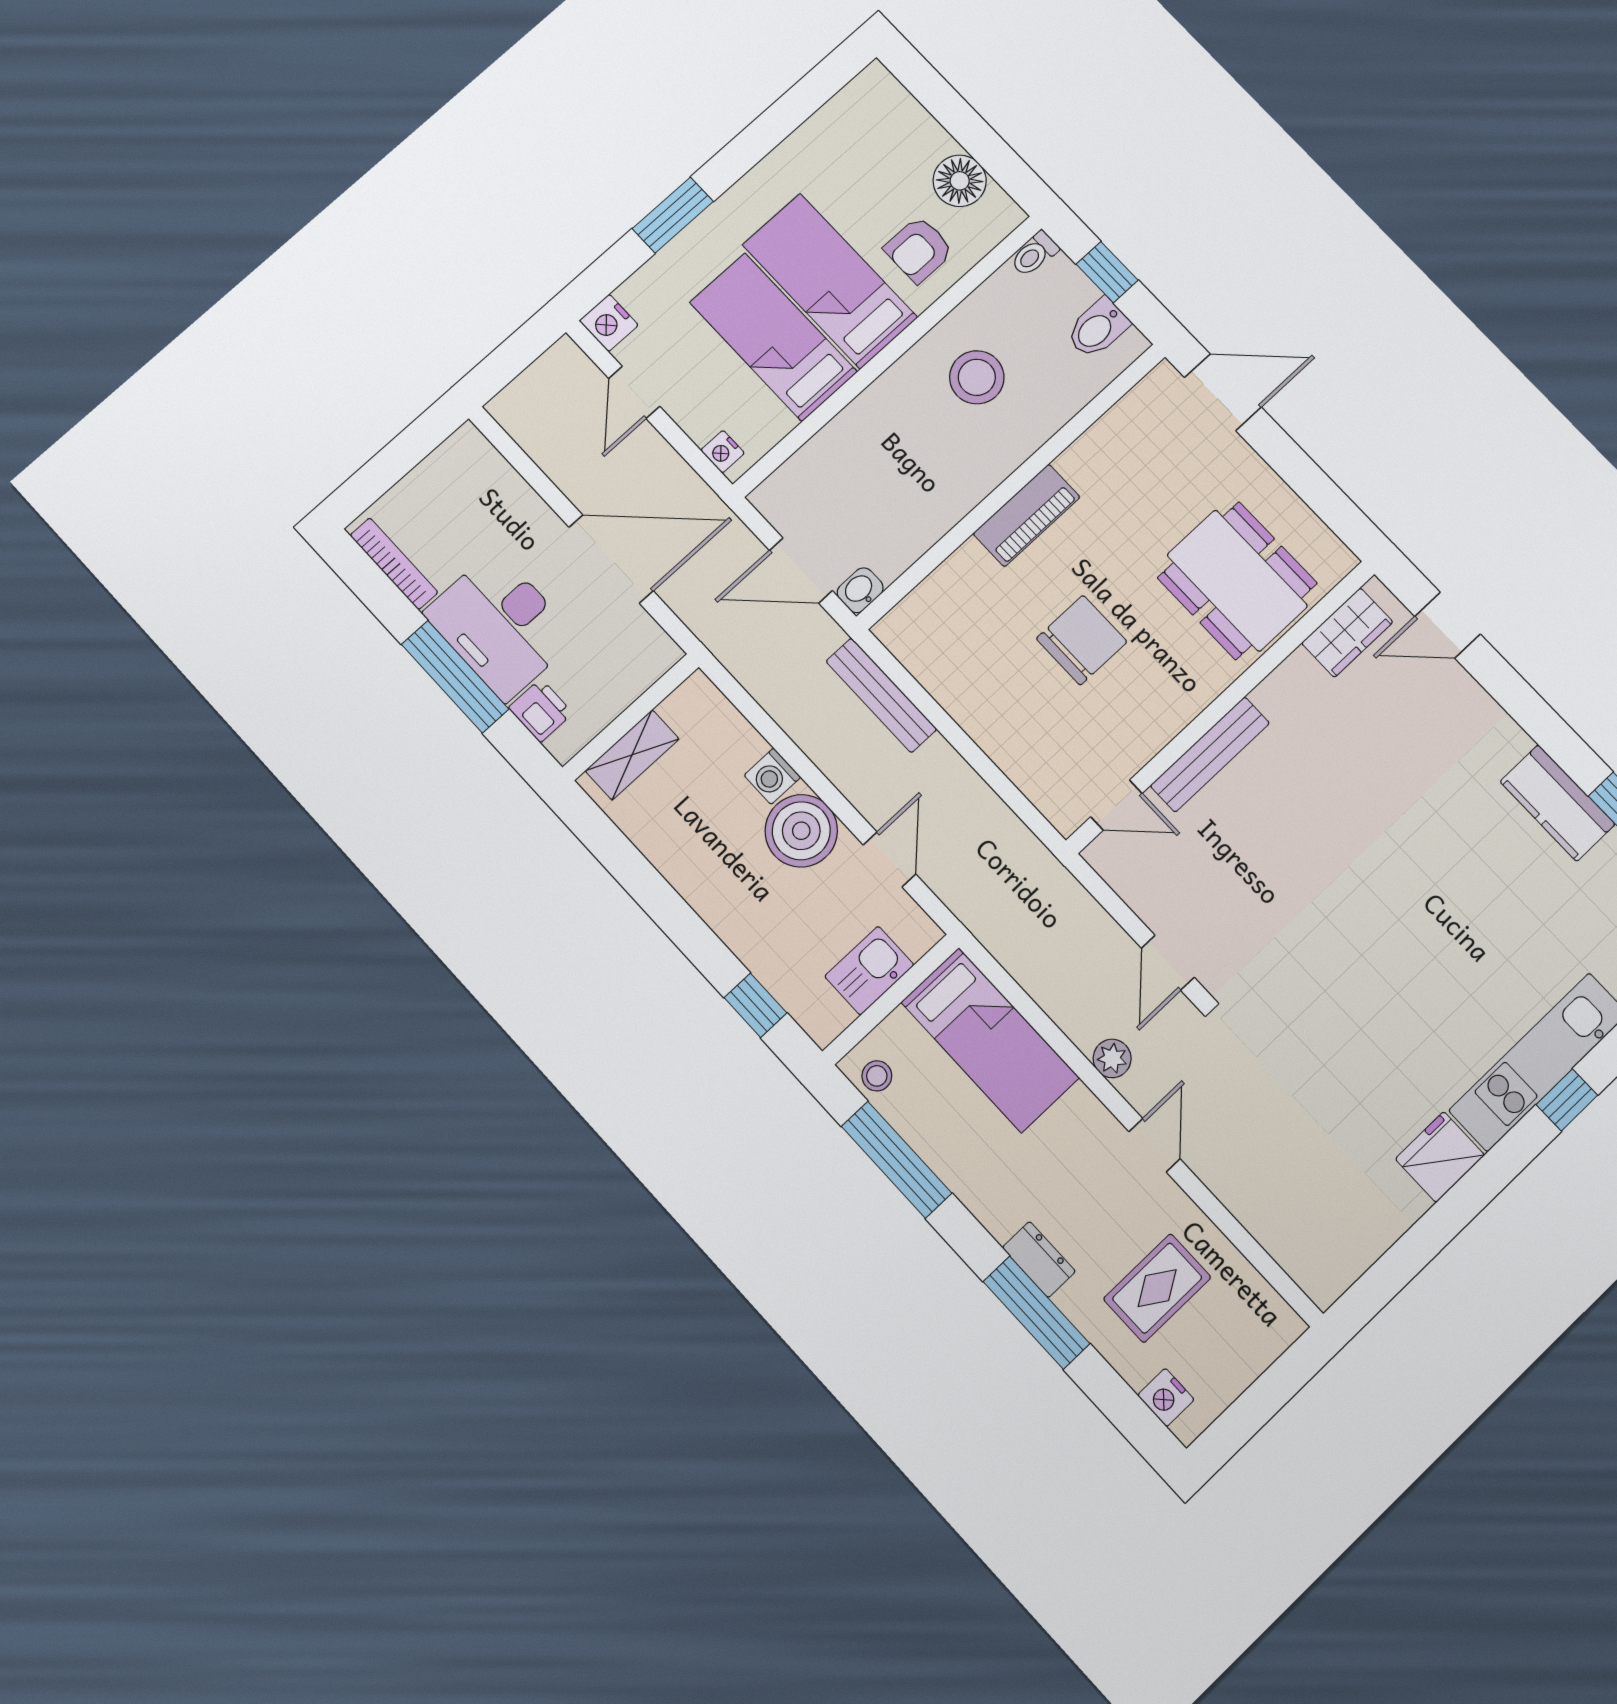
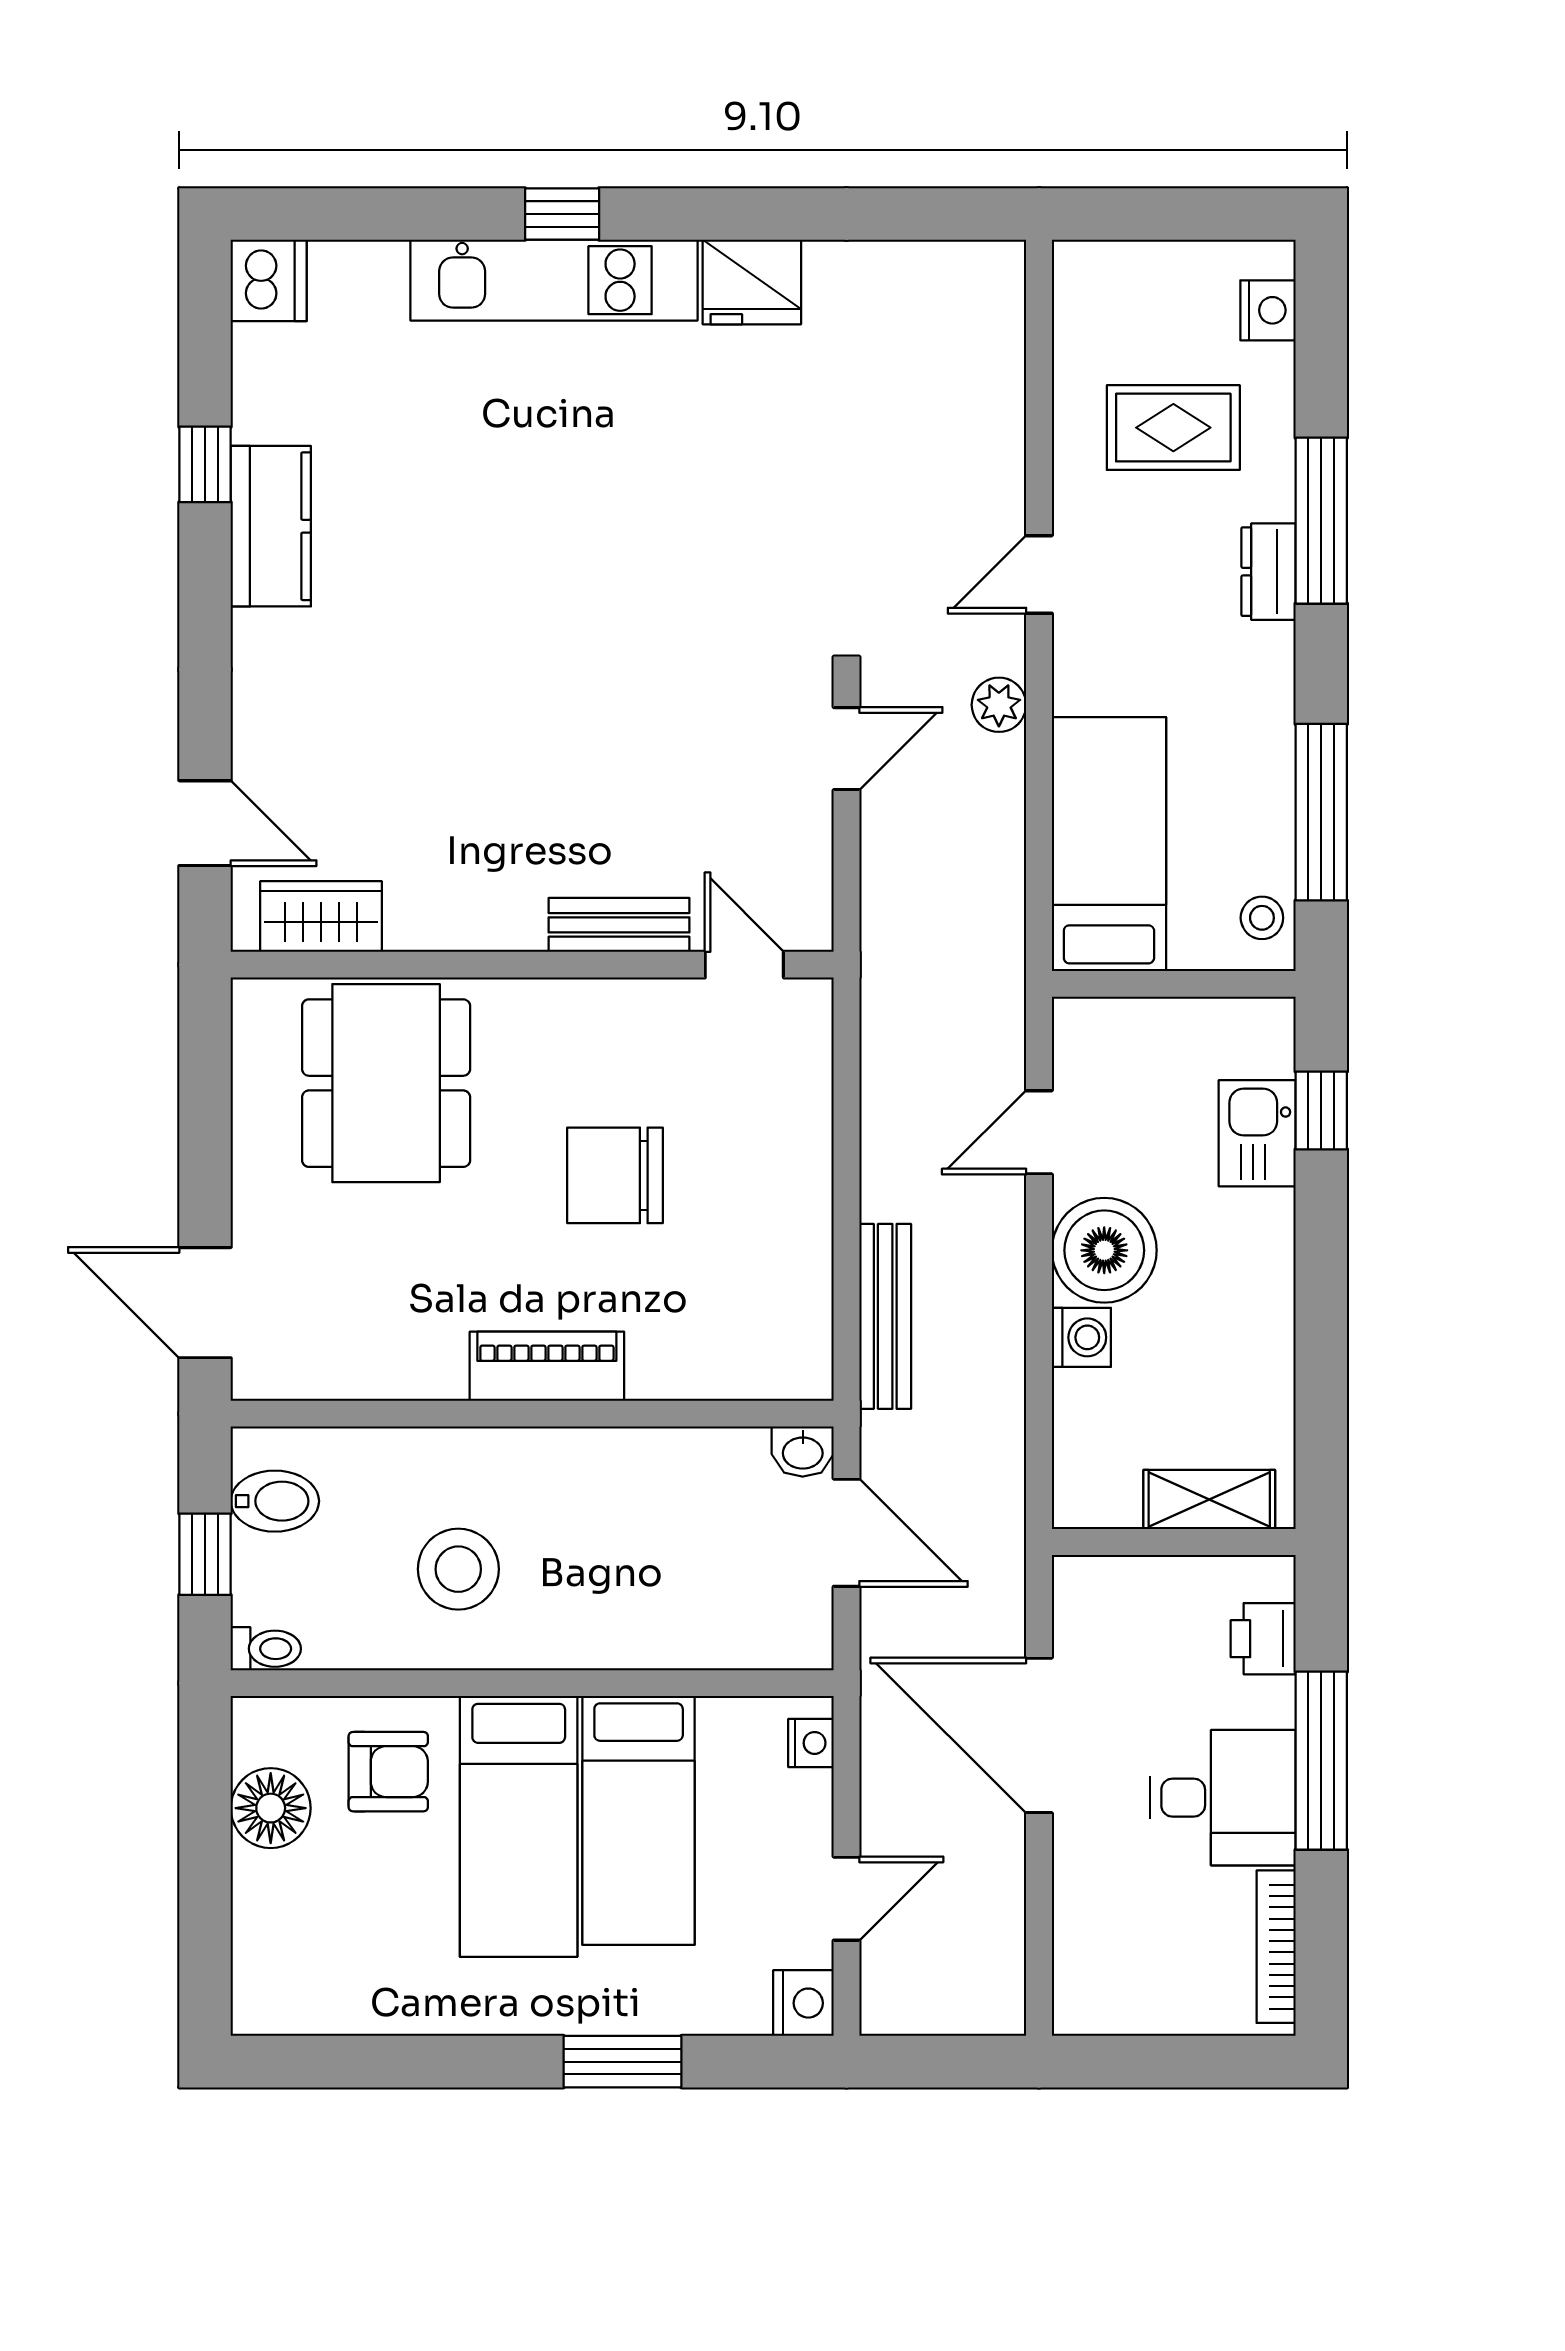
desk: (500, 625) -> (1223, 1798), width x0.73
bench: (1210, 754) -> (619, 925), width x0.73
kitchen sink: (869, 971) -> (1257, 1133), moved, turned 90

